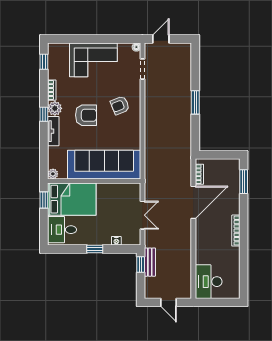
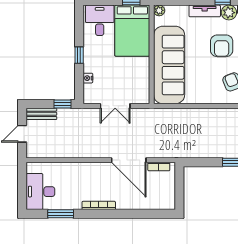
window: (244, 182) -> (61, 214), moved
bench: (150, 262) -> (41, 114), moved
desk: (209, 282) -> (40, 192), moved, turned -90

